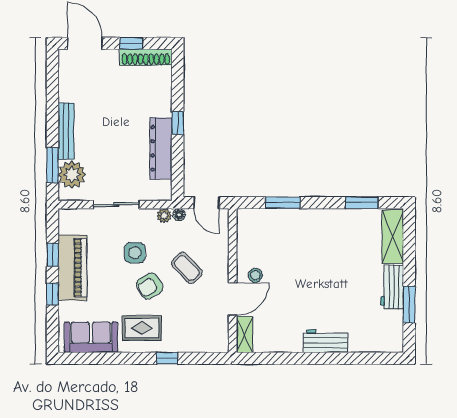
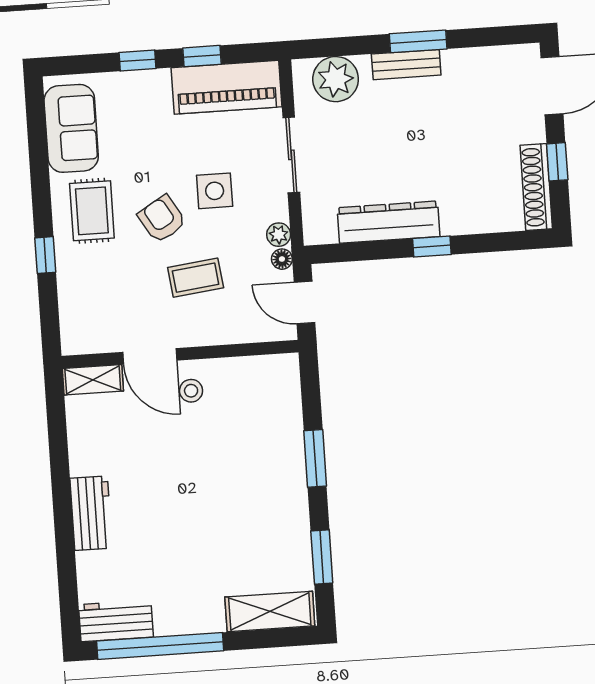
bench: (66, 131) -> (406, 65), width x0.73
window: (52, 165) -> (418, 41), moved
door: (206, 203) -> (305, 302), hinge flipped
window: (283, 203) -> (315, 458), moved
piano: (72, 268) -> (226, 87), moved
coffee table: (187, 268) -> (196, 278), turned 36
workbench: (392, 287) -> (116, 621), moved
window: (409, 305) -> (160, 646), width x2.11

